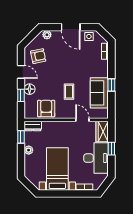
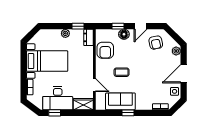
armchair: (46, 109) -> (105, 50), turned 90
door: (82, 120) -> (94, 85), hinge flipped
window: (111, 149) -> (55, 113), moved

